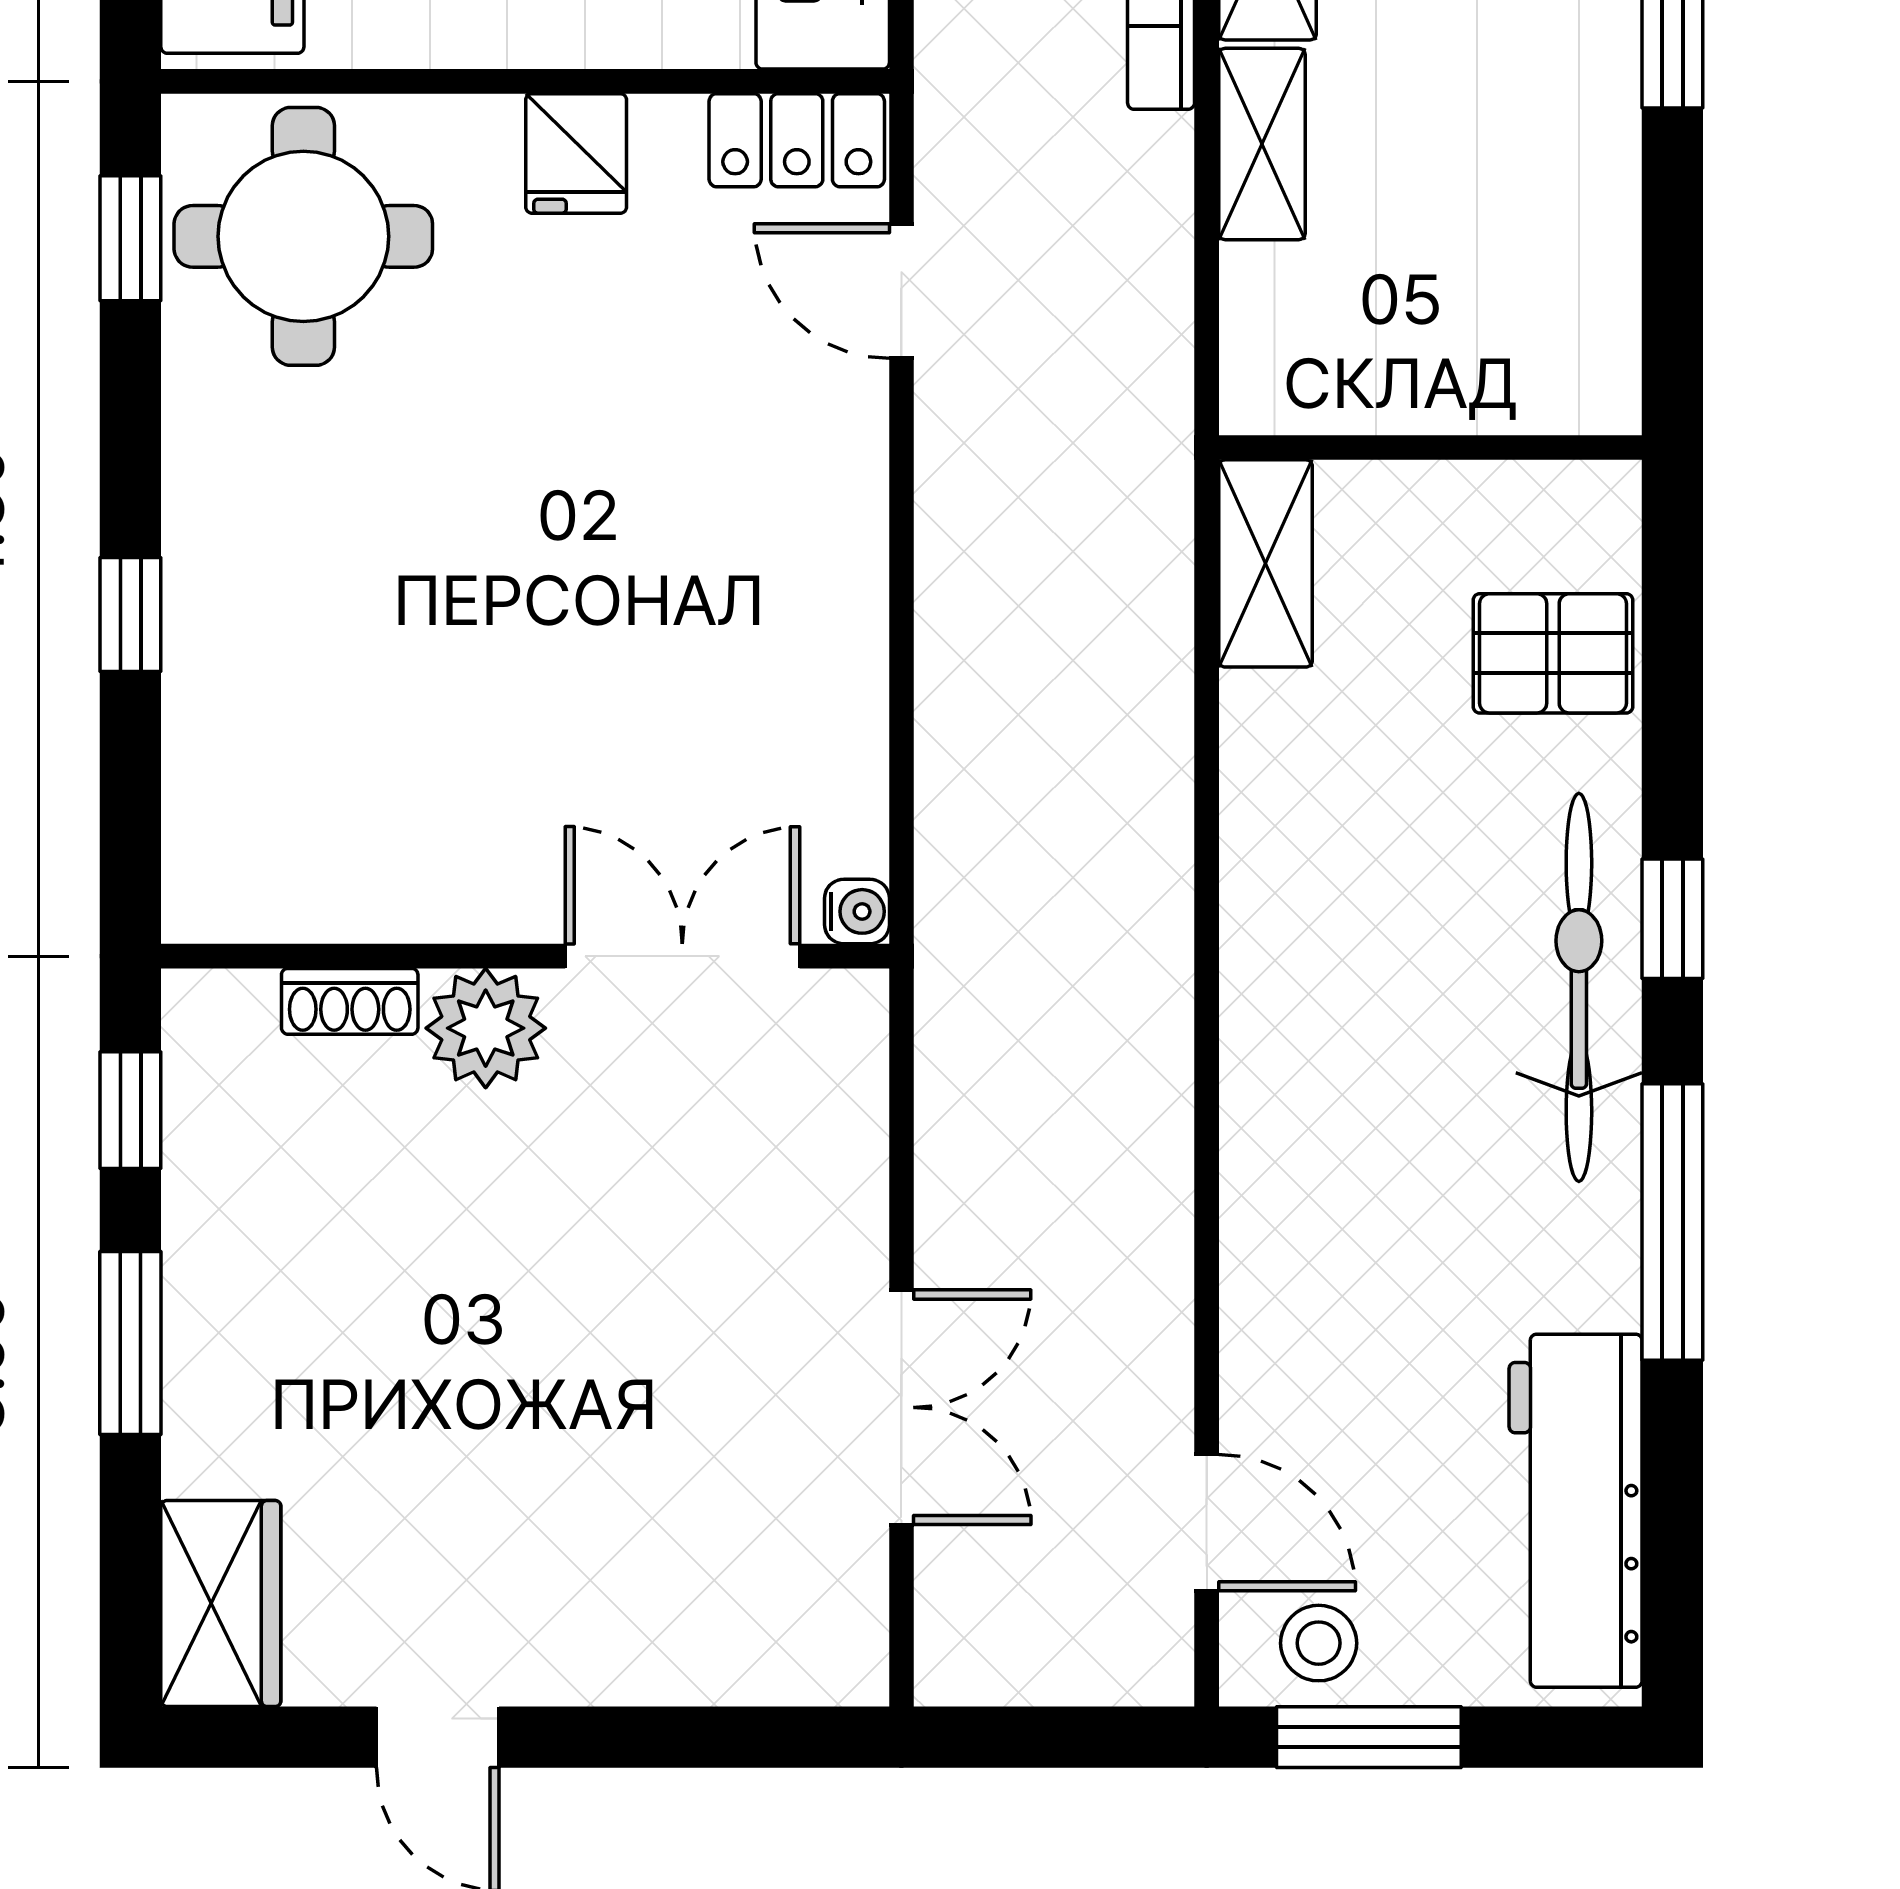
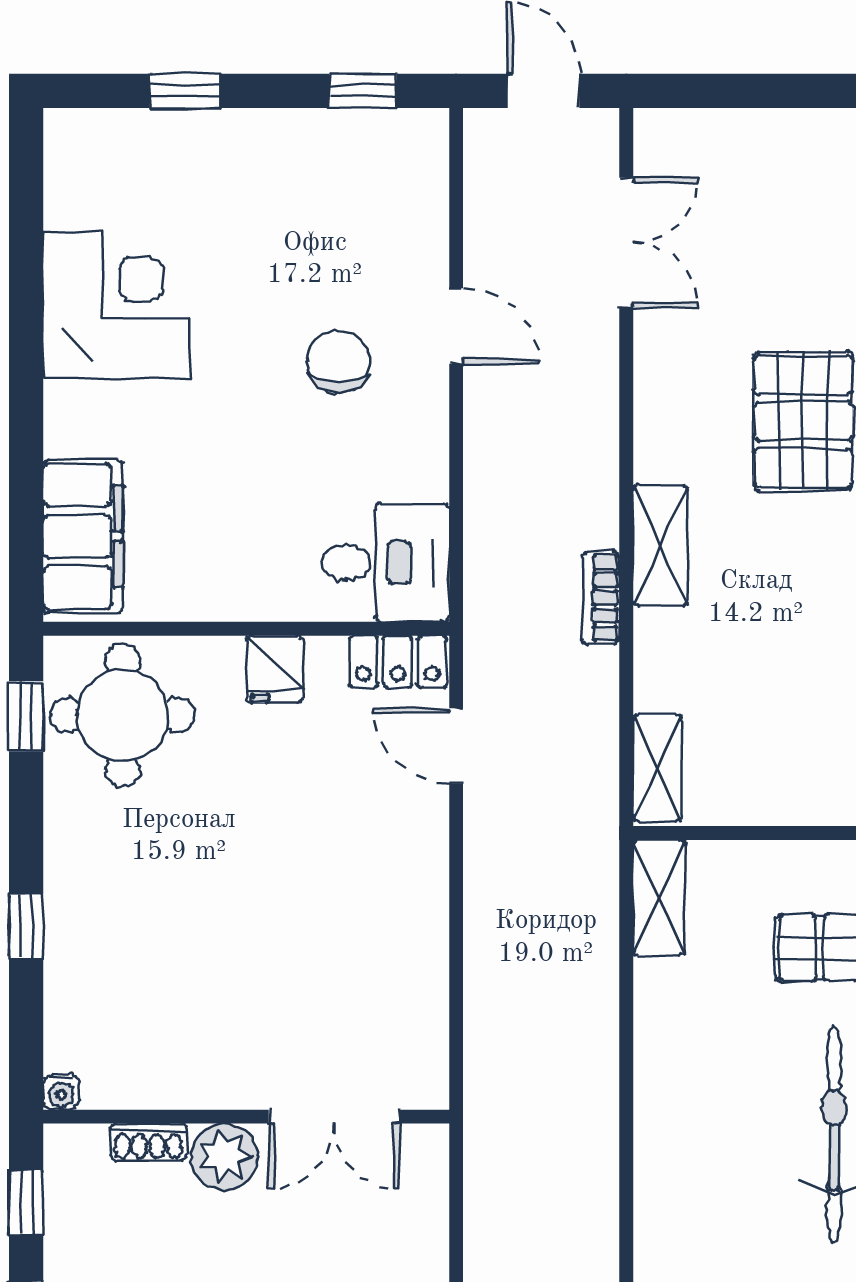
shelving: (1262, 144) -> (657, 768), moved
water cooler: (857, 911) -> (61, 1092), moved, turned 90
double door: (682, 956) -> (334, 1117), swing flipped

